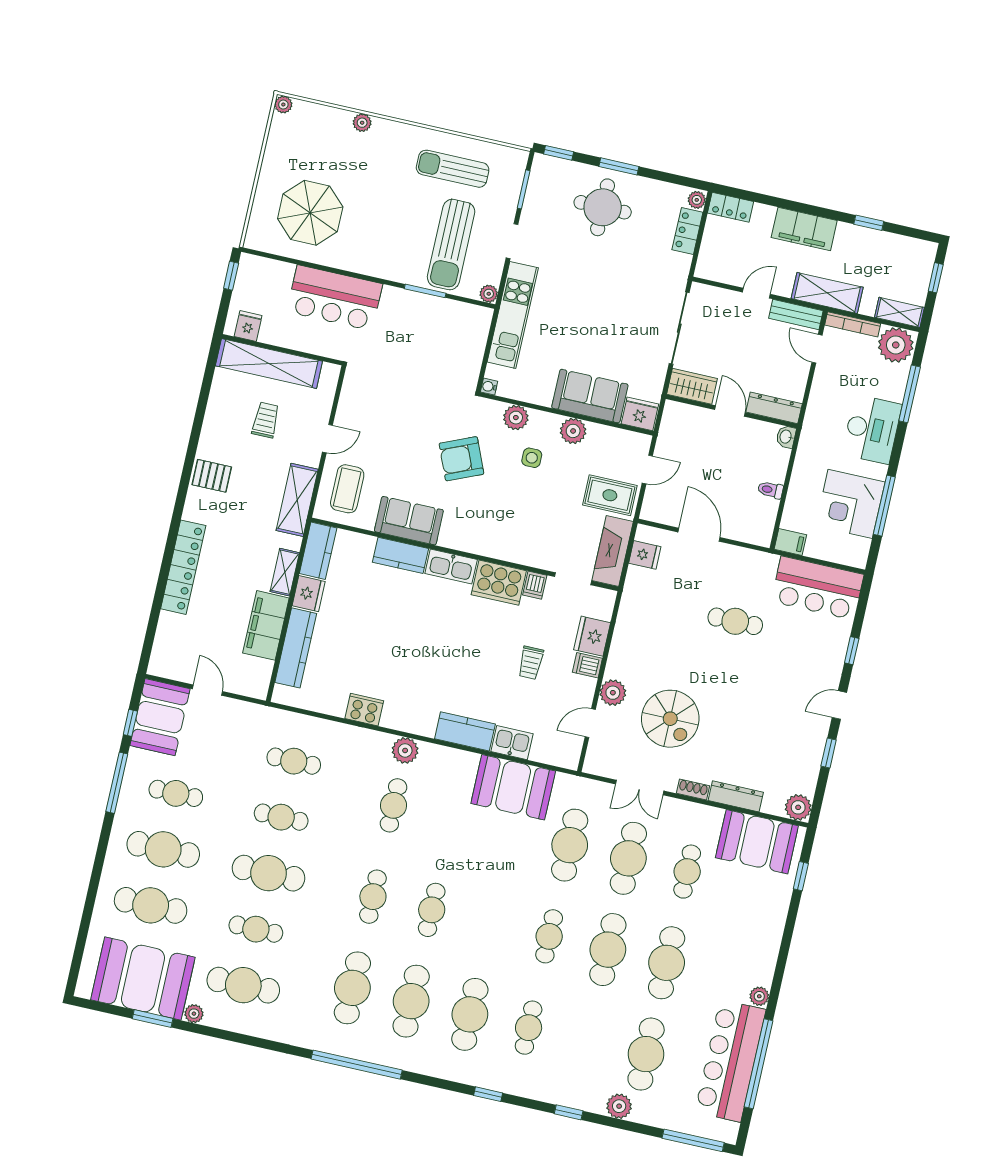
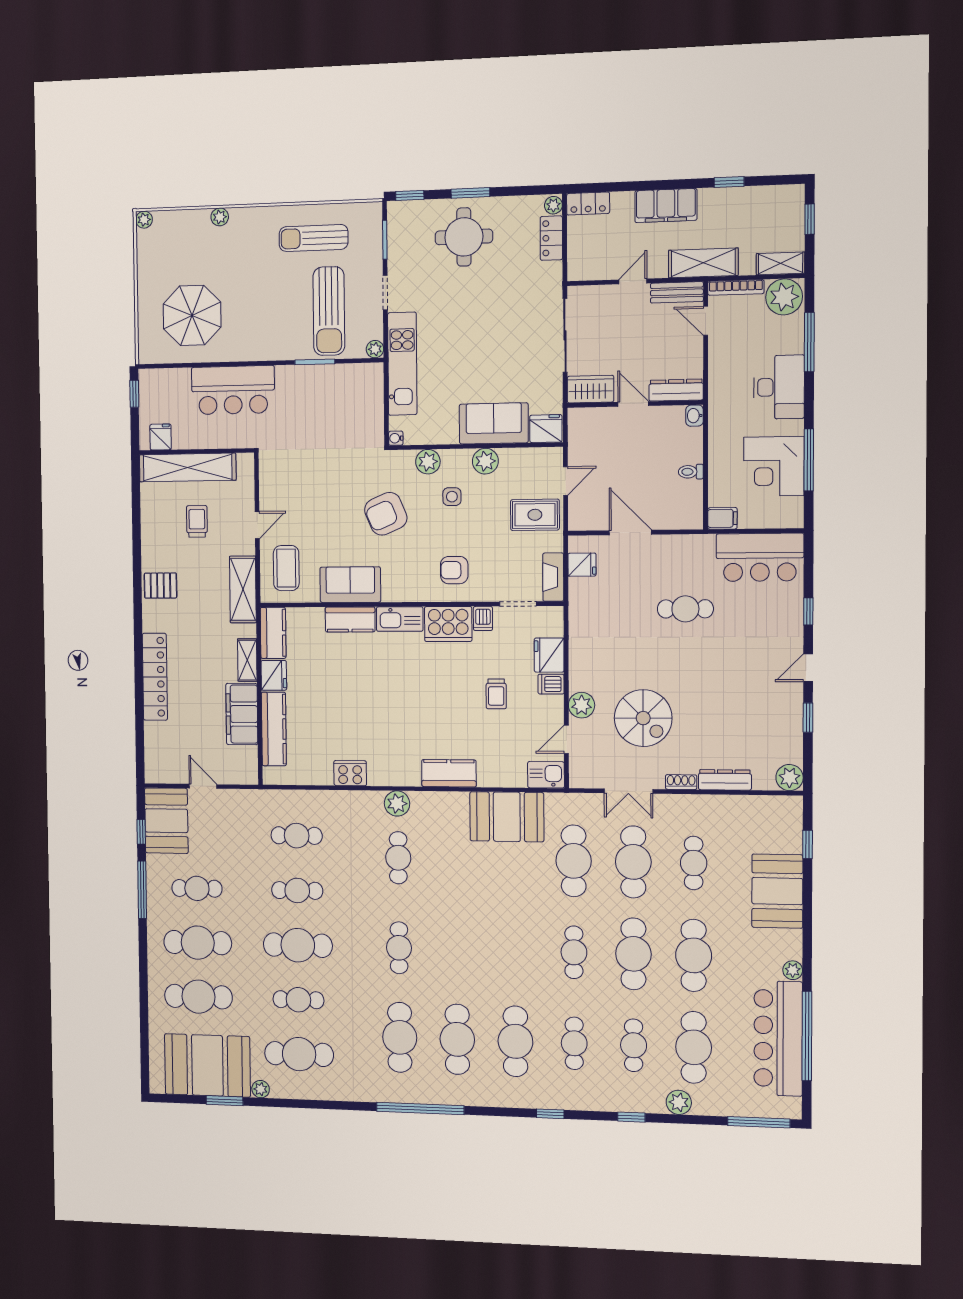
armchair: (517, 531) -> (454, 570), added
fireplace: (613, 551) -> (553, 577), width x0.73, depth x0.76
kitchen sink: (512, 743) -> (546, 775), moved
booth: (757, 842) -> (777, 891), moved, turned 90
cafe table: (432, 910) -> (634, 1045), moved

